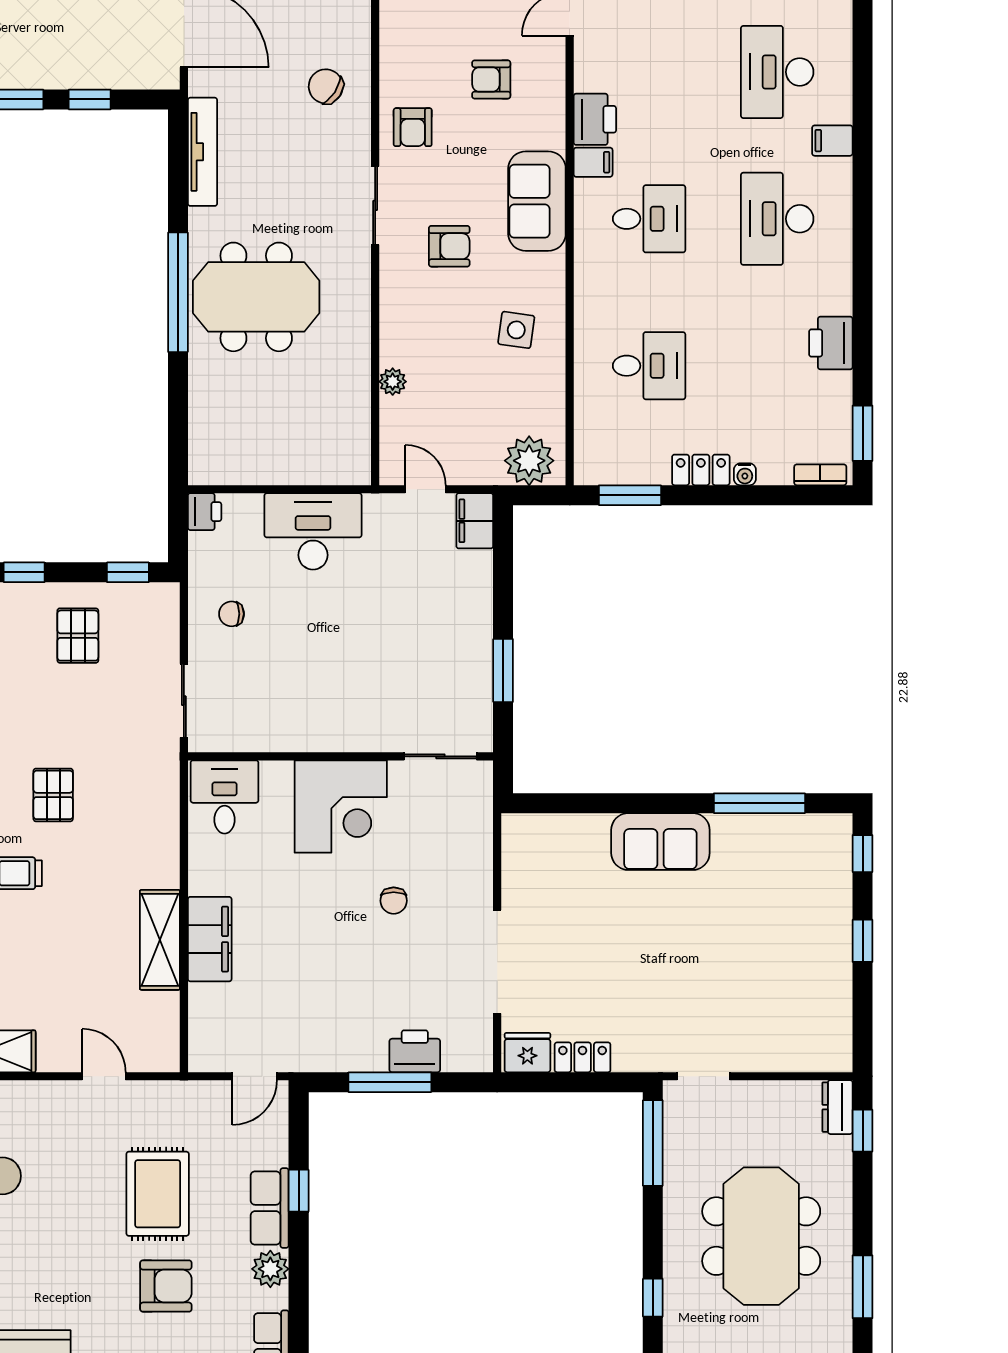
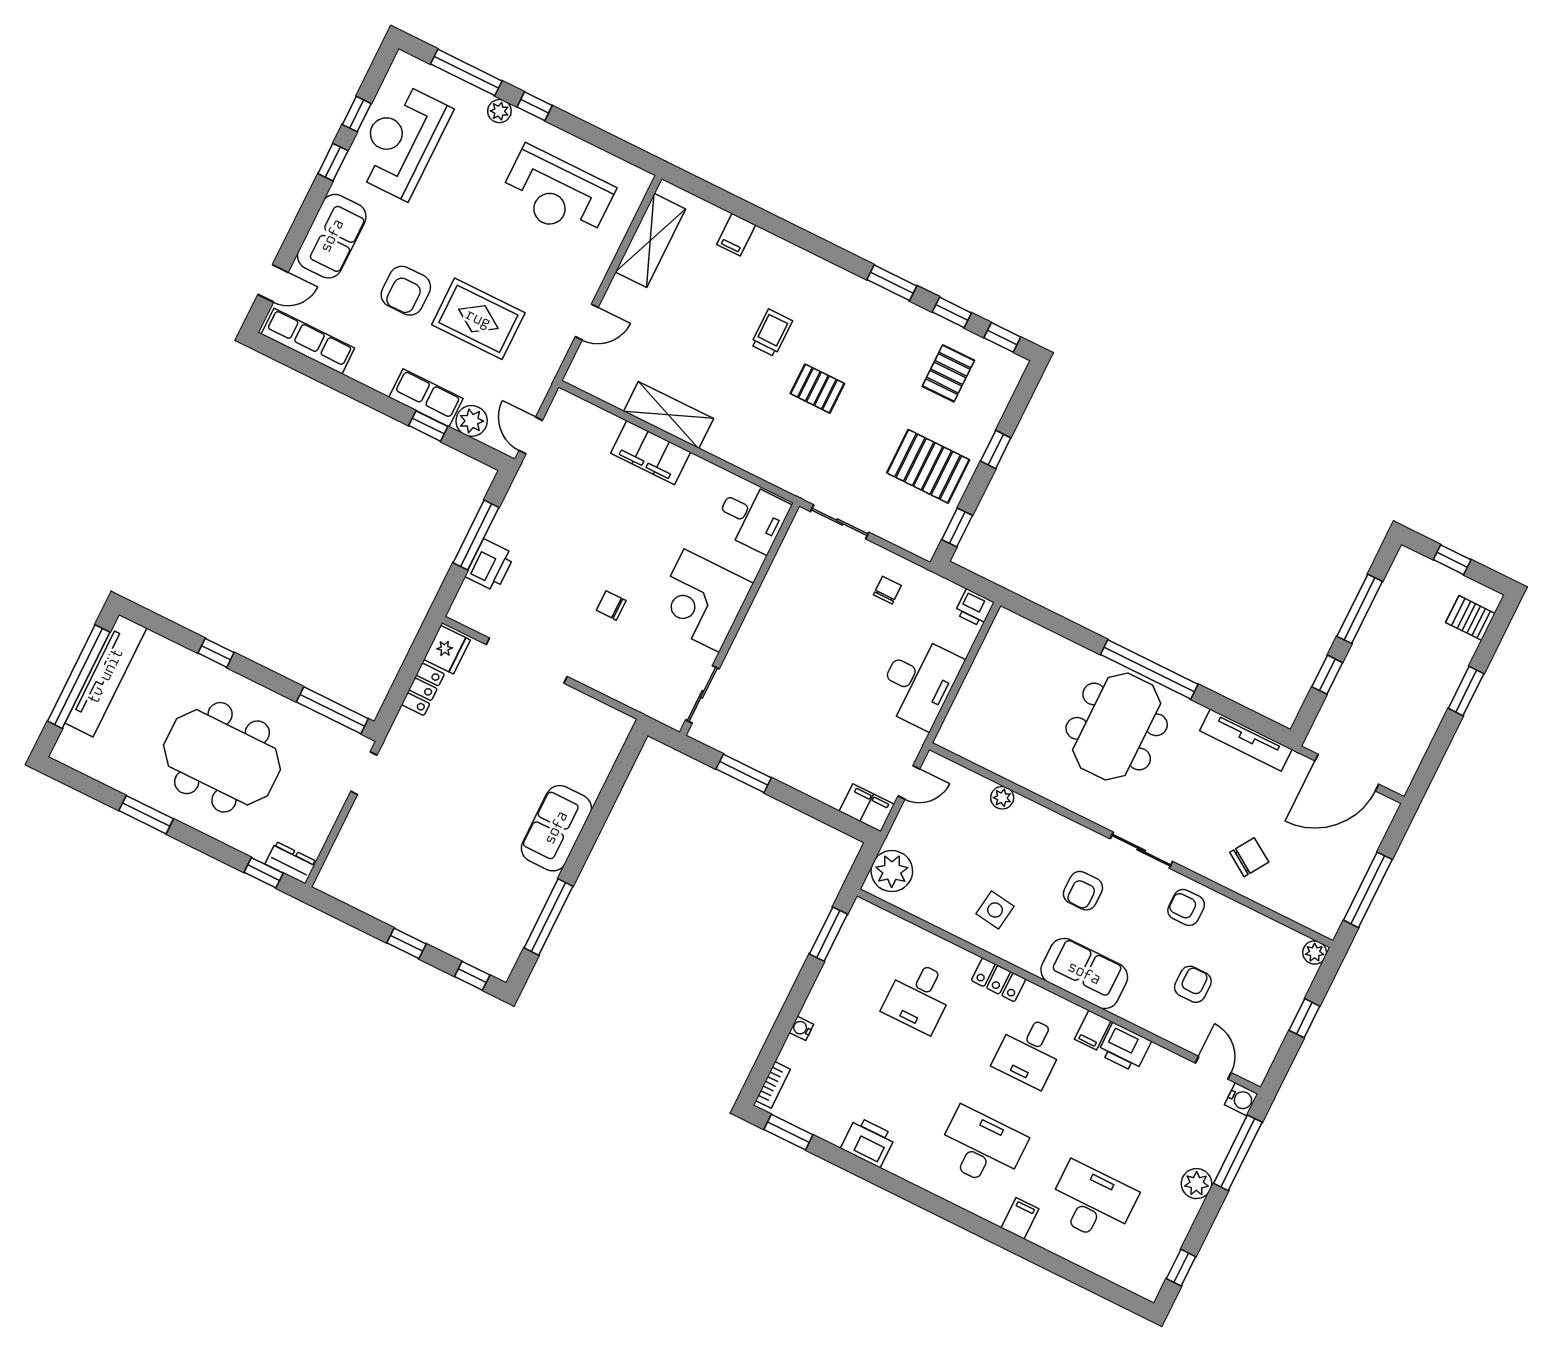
locker: (701, 470) -> (998, 980), moved, turned 90
pallet: (78, 636) -> (928, 466), width x1.50, depth x1.42
plant: (270, 1269) -> (472, 421), moved

